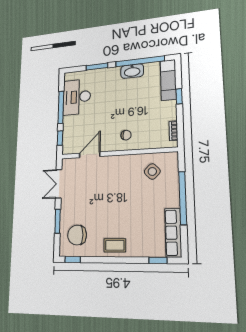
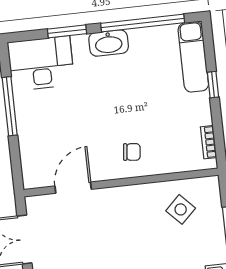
washbasin: (132, 71) -> (109, 43), moved
desk: (77, 97) -> (41, 63), moved, turned 90
window: (60, 138) -> (16, 161), removed

